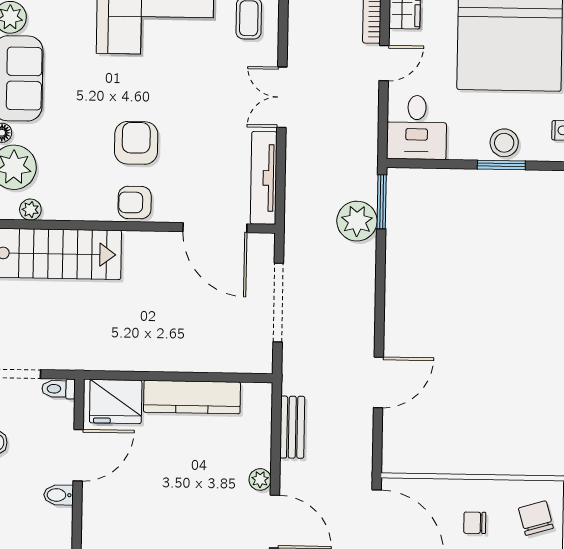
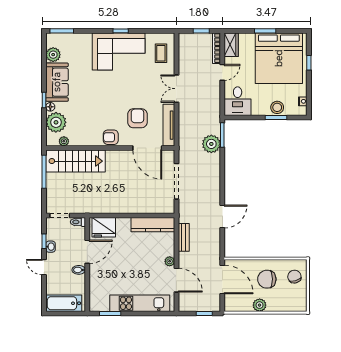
armchair: (136, 143) -> (137, 118), moved
kitchen counter: (192, 397) -> (153, 225), moved
chair: (475, 523) -> (267, 279), width x1.87, depth x1.87

